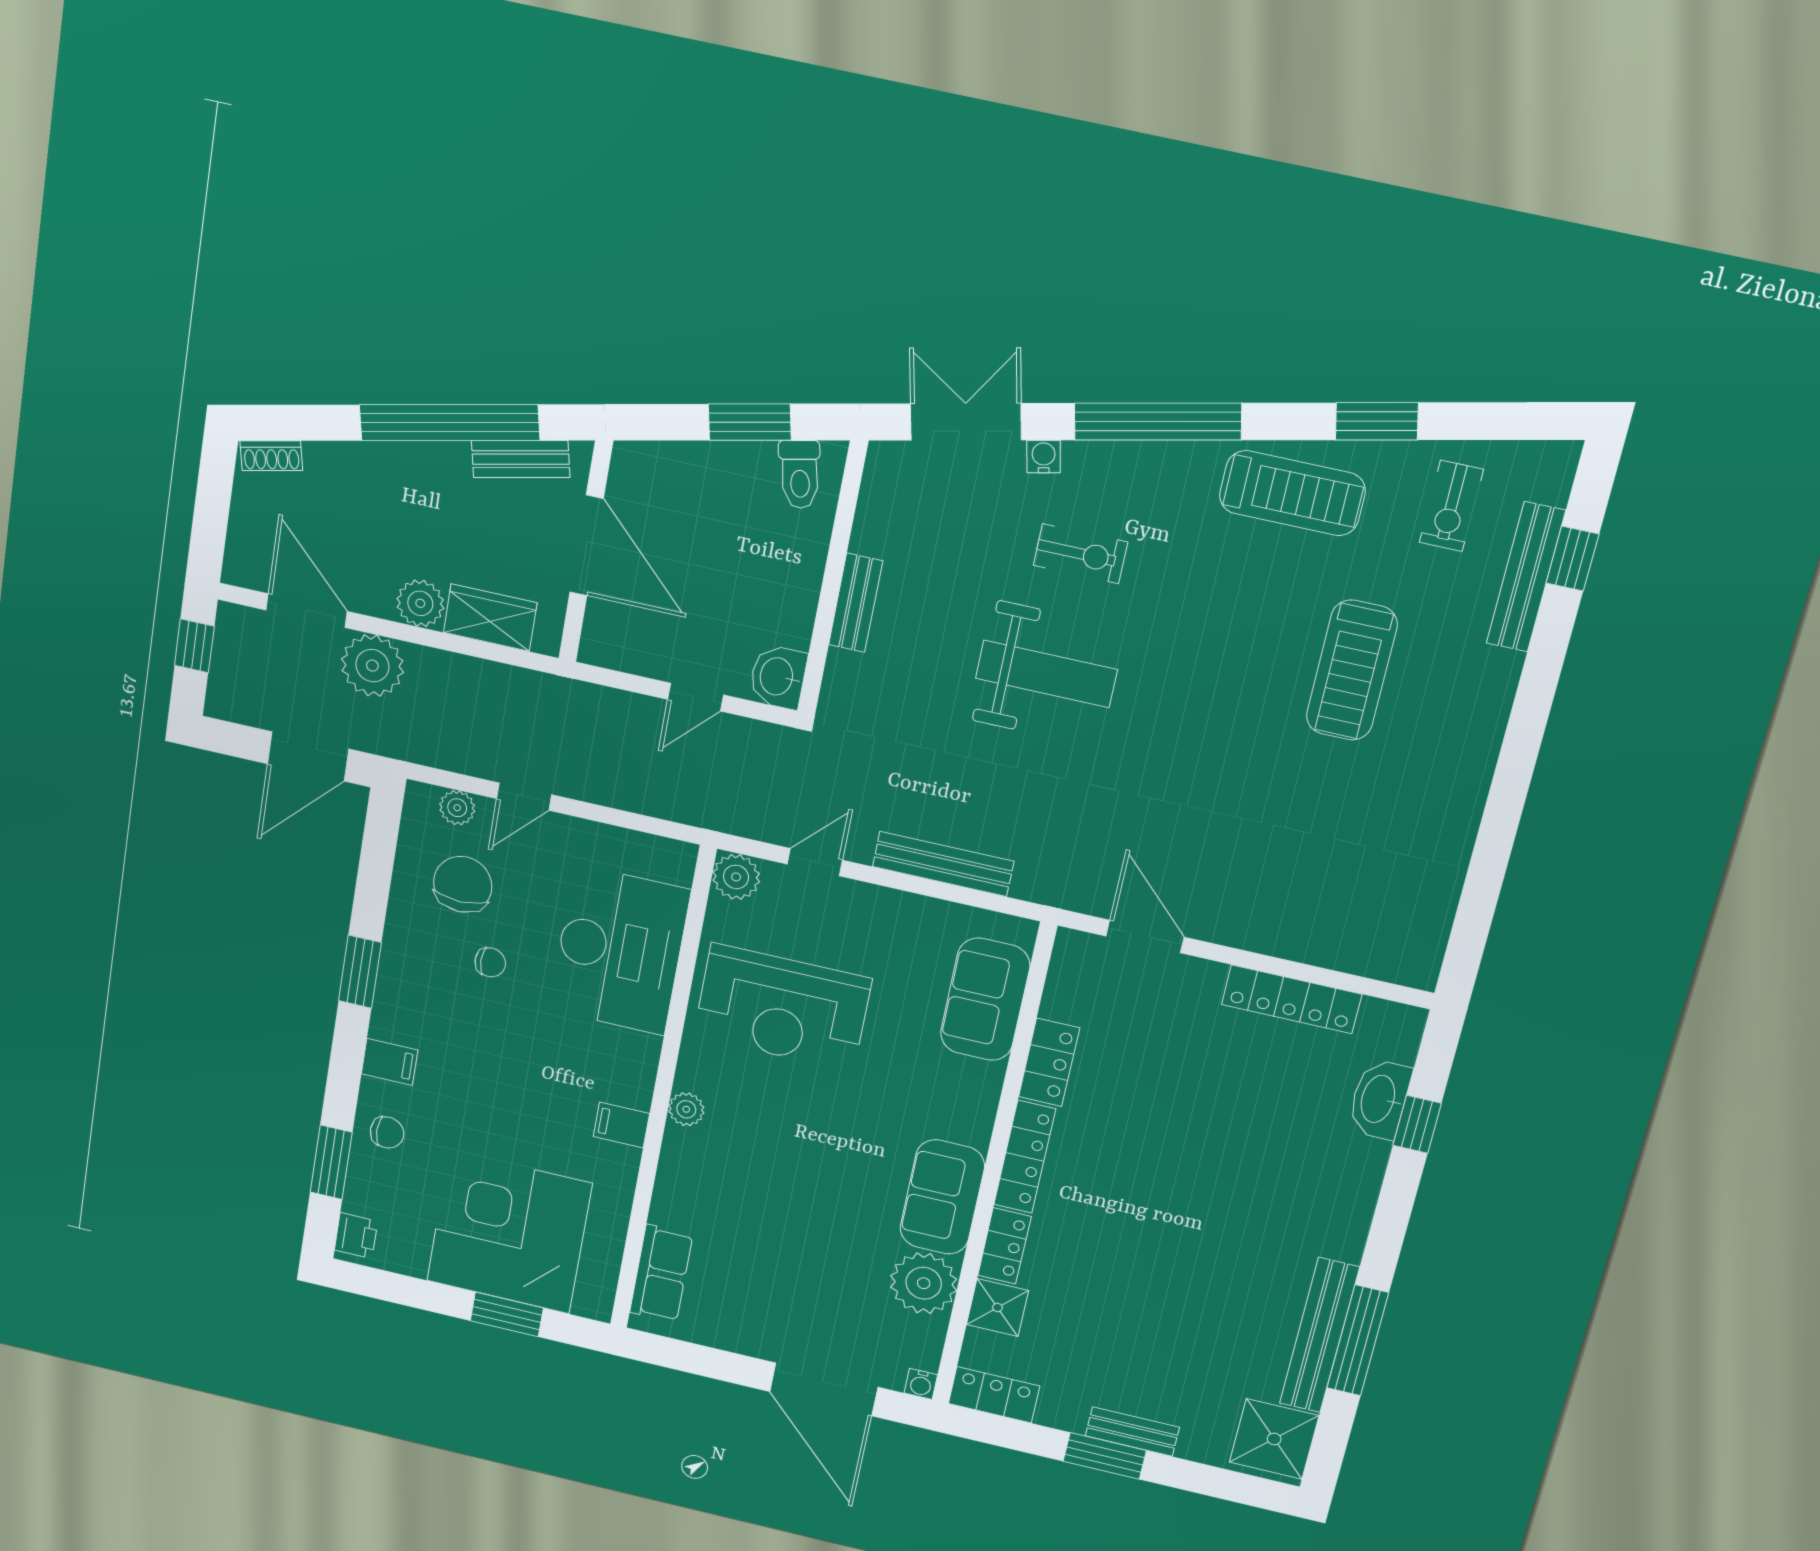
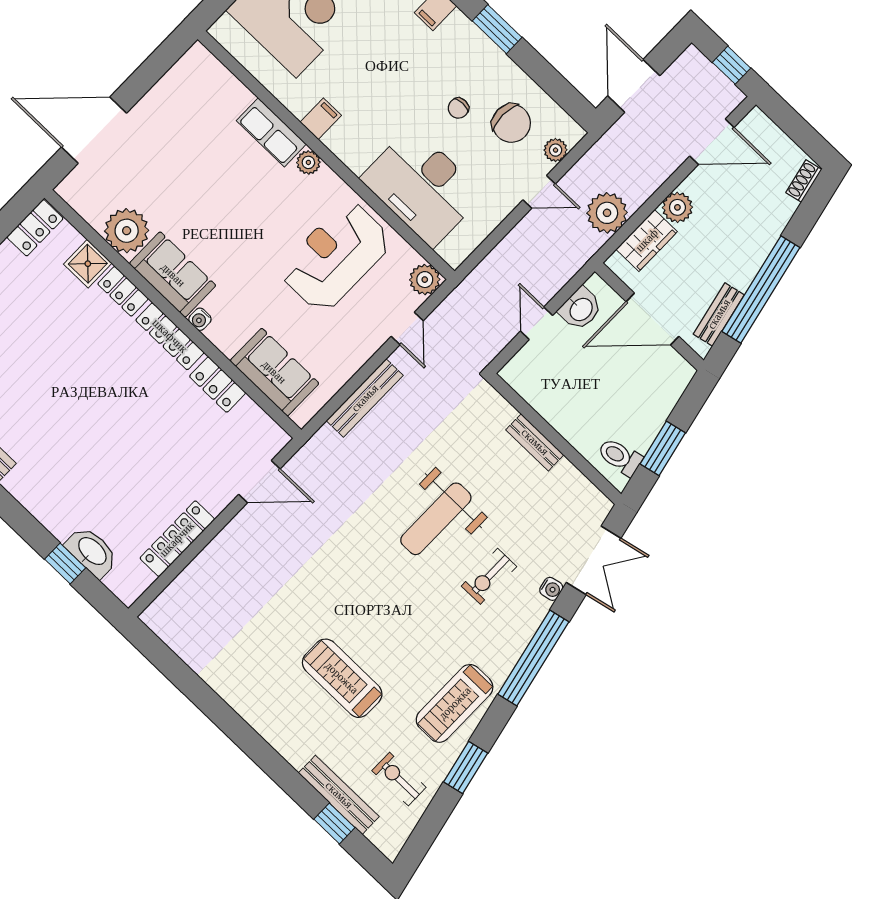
plant: (372, 666) -> (607, 213), moved
washbasin: (778, 677) -> (581, 309), moved, turned 90
door: (524, 797) -> (539, 192), swing flipped
row of seats: (661, 1274) -> (271, 132), moved
water cooler: (921, 1384) -> (200, 319), moved, turned -90

